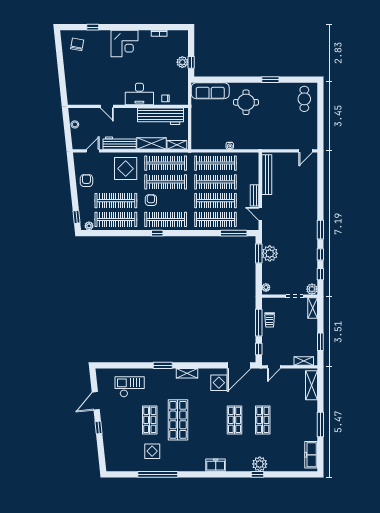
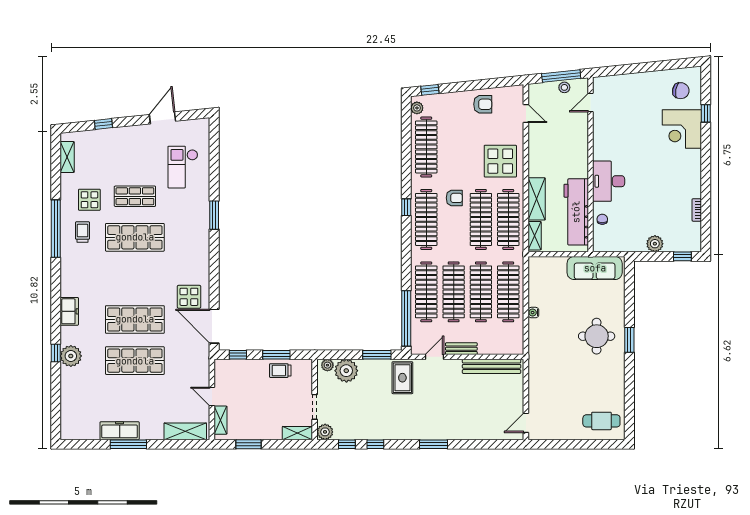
corner desk: (125, 44) -> (682, 129), moved
window: (191, 62) -> (682, 256), moved
window: (270, 80) -> (629, 340), moved
sofa: (210, 91) -> (595, 268), moved, turned -90
door: (107, 106) -> (590, 102), moved
window: (67, 127) -> (561, 76), added
workbench: (120, 143) -> (537, 152), removed
door: (306, 151) -> (526, 423), hinge flipped
clothes rail: (116, 201) -> (454, 147), removed
window: (320, 230) -> (433, 444), moved
window: (234, 233) -> (406, 318), width x1.46
rug: (275, 236) -> (402, 378), added
plant: (270, 253) -> (346, 371), moved
window: (259, 323) -> (276, 355), width x0.69
door: (274, 367) -> (212, 397), moved
shelving: (187, 373) -> (67, 157), moved
checkout: (130, 387) -> (183, 167), turned 180
door: (96, 401) -> (162, 118), hinge flipped
shop shelf: (235, 420) -> (135, 319), width x1.43, depth x1.36
shop shelf: (263, 420) -> (135, 361), width x1.43, depth x1.36
window: (99, 427) -> (103, 124), moved
freezer: (311, 455) -> (120, 431), moved
trolley: (174, 456) -> (83, 232), added
freezer: (216, 465) -> (69, 311), moved
window: (158, 474) -> (56, 229), moved

